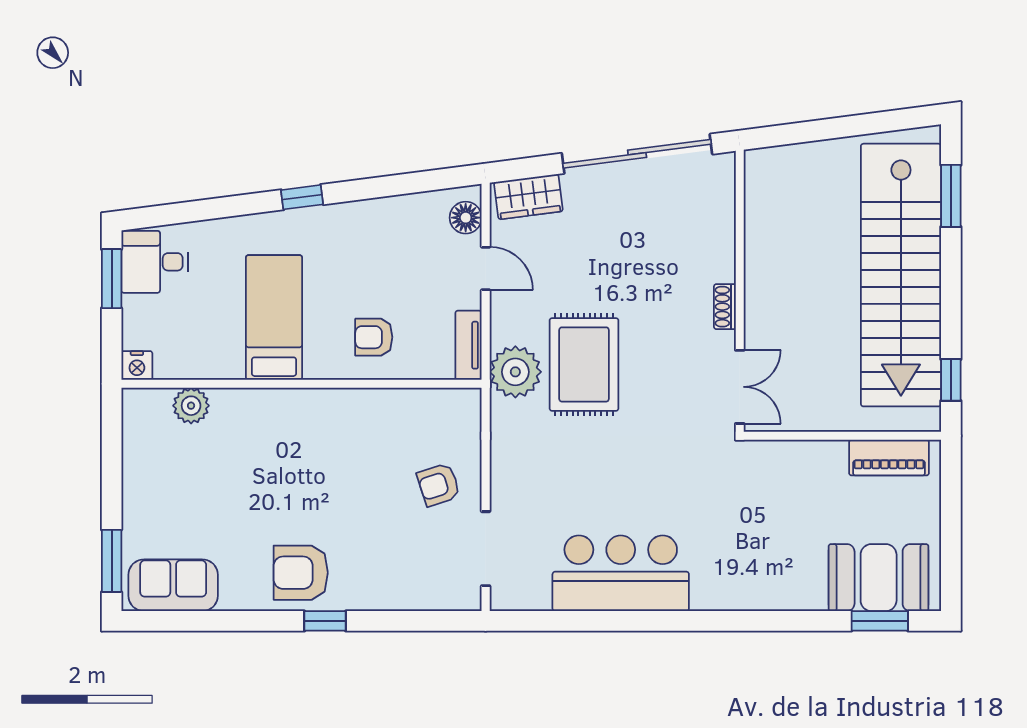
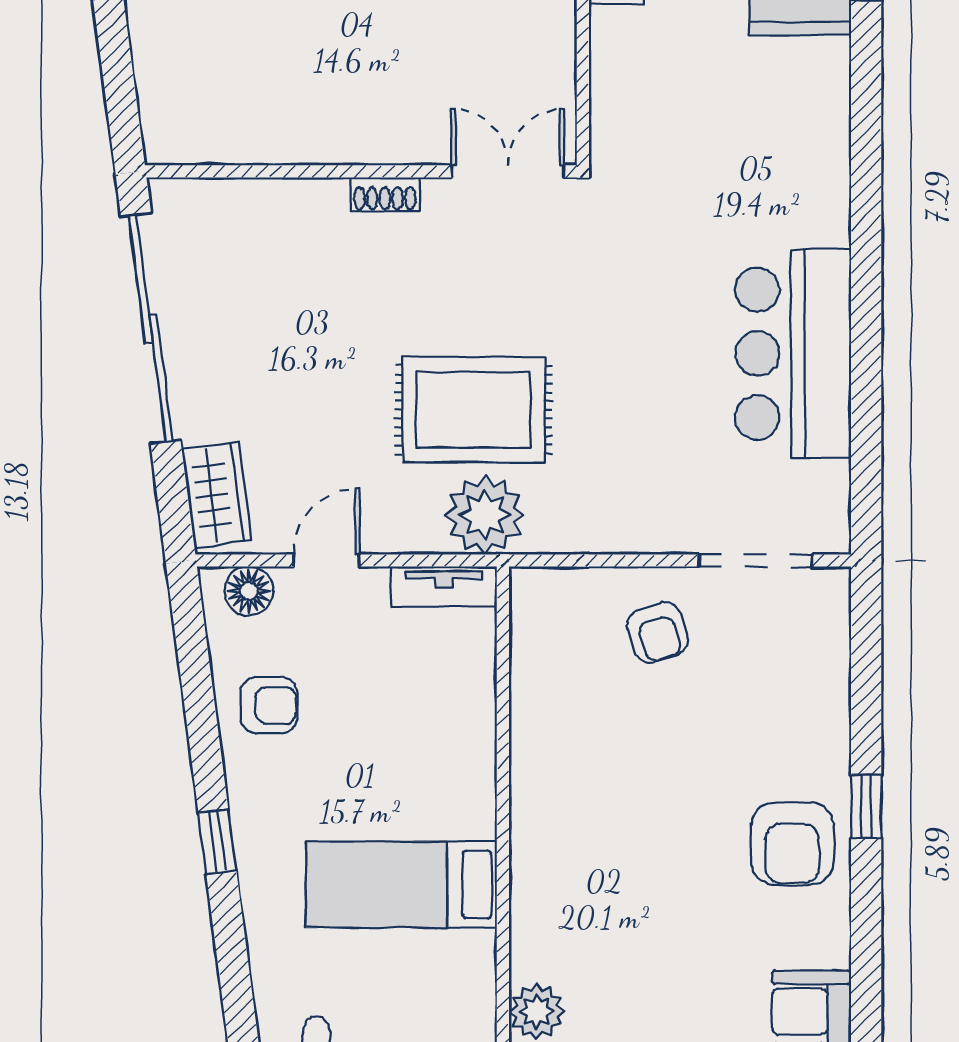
armchair: (374, 337) -> (269, 705), moved, turned -90

